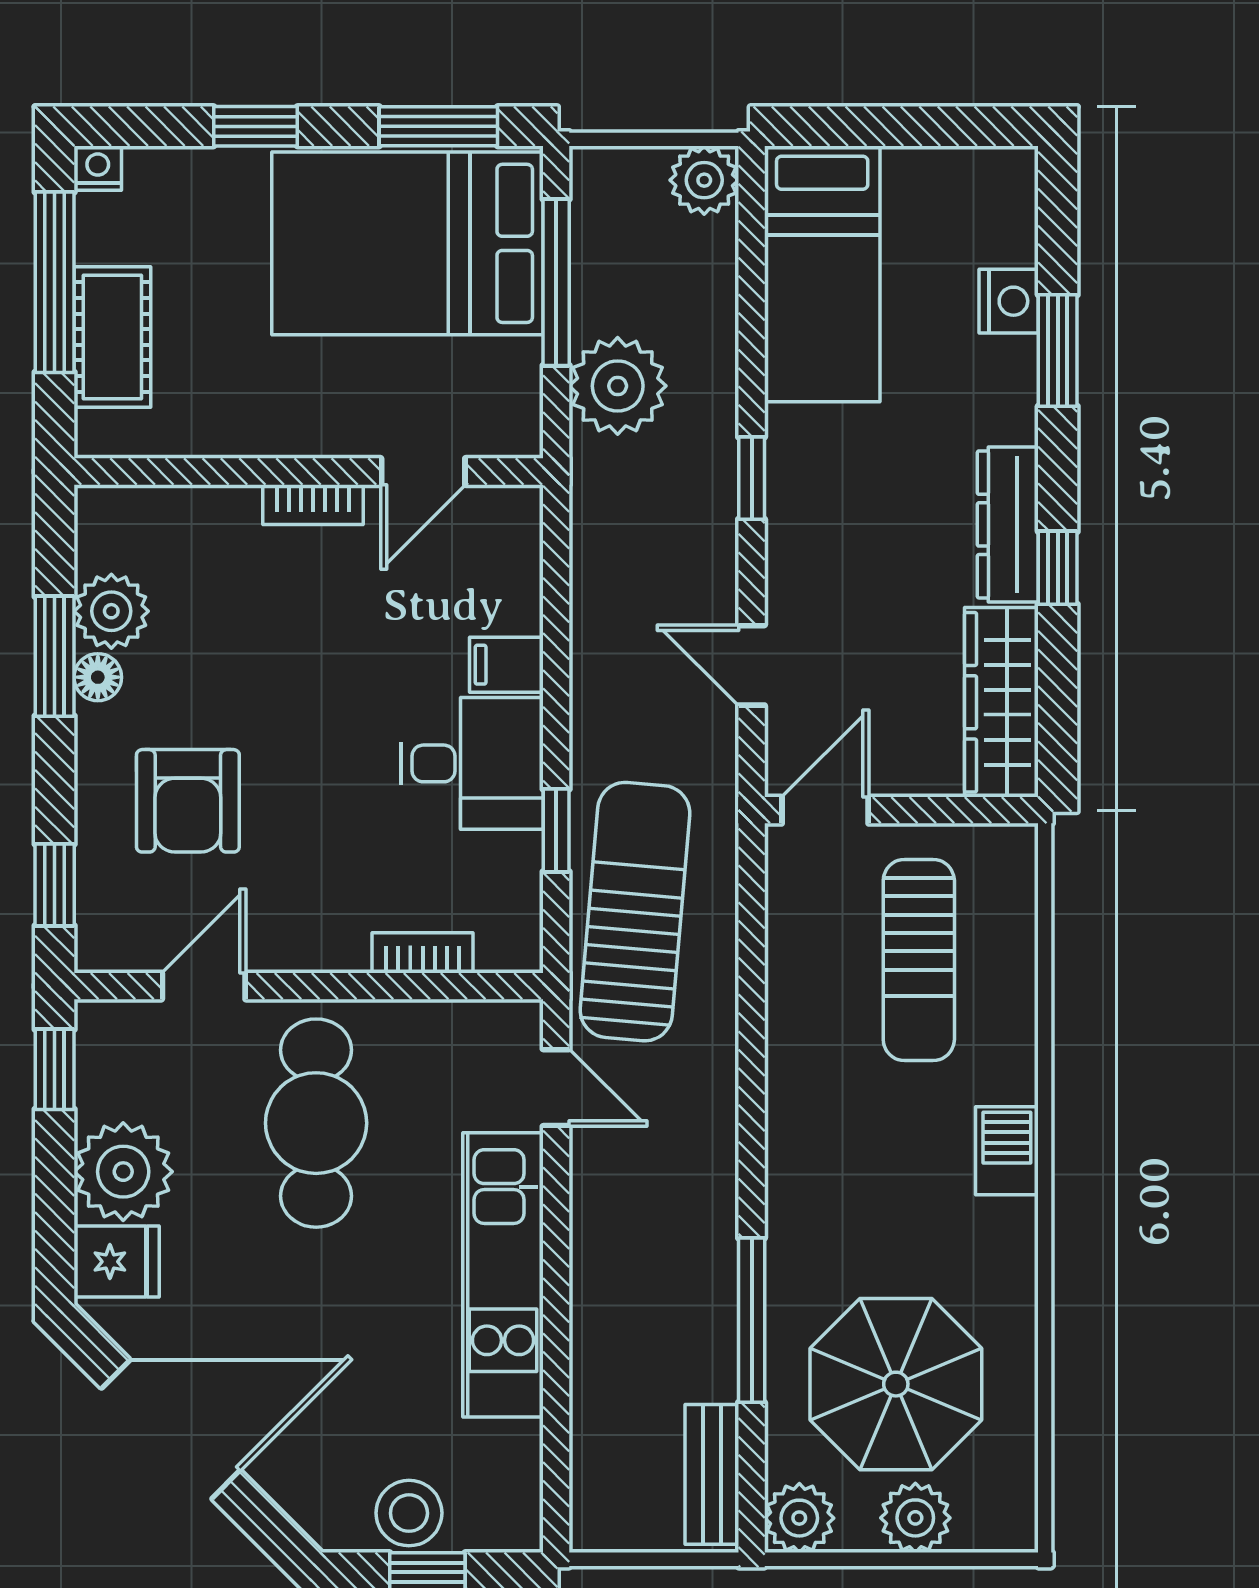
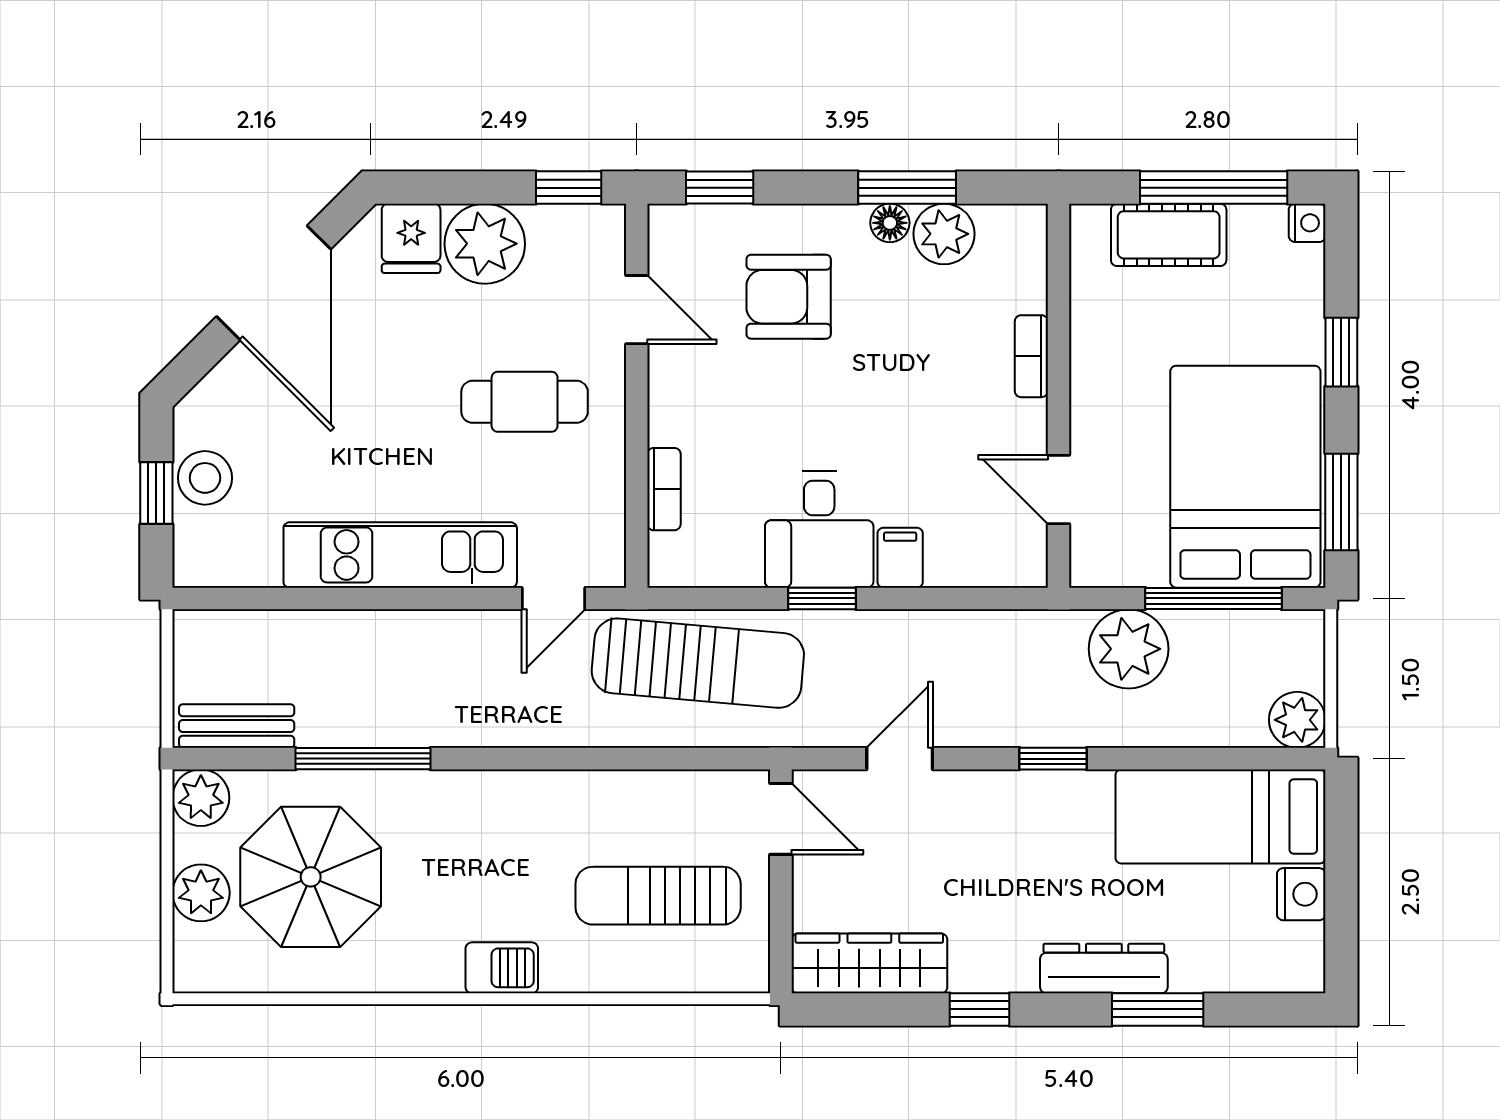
nightstand: (1009, 301) -> (1301, 894), moved, turned -90
bookcase: (313, 505) -> (1031, 356), moved
dresser: (1008, 524) -> (1104, 969), moved
window: (556, 830) -> (822, 598), moved
cafe table: (316, 1123) -> (525, 402), width x0.73, depth x0.74

